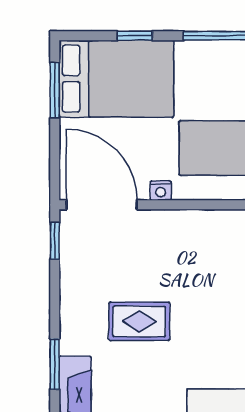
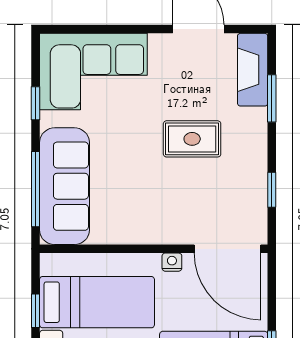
window: (55, 241) -> (272, 190), moved

